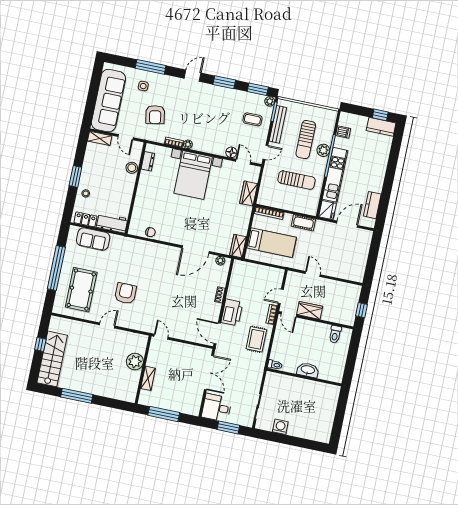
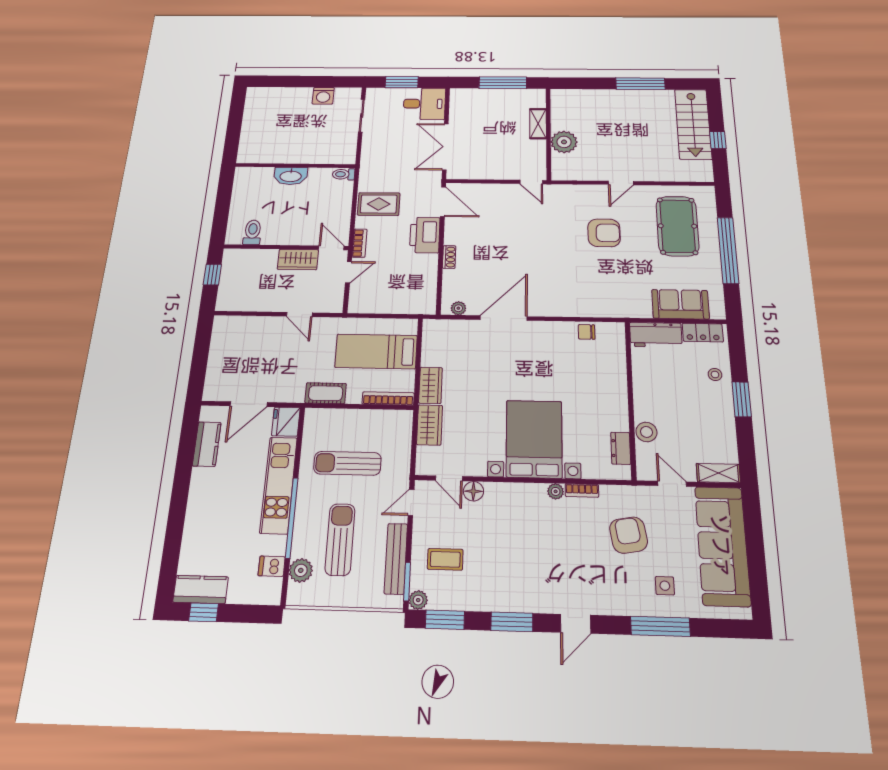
plant: (323, 150) -> (301, 570), moved
wardrobe: (238, 246) -> (431, 385), moved
armchair: (125, 293) -> (604, 233), turned -90
rug: (256, 339) -> (379, 204), turned 90

